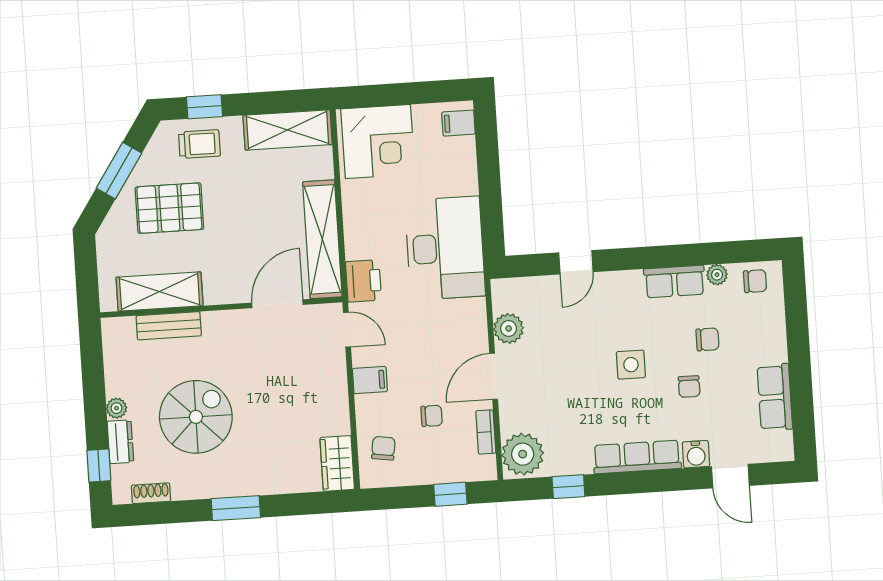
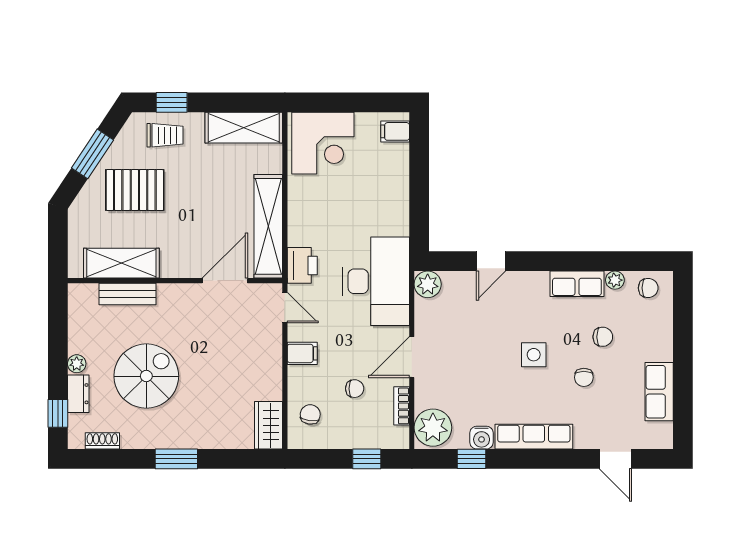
desk: (445, 248) -> (376, 281), moved
plant: (509, 328) -> (428, 284), moved
water cooler: (696, 454) -> (482, 438), moved

